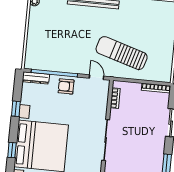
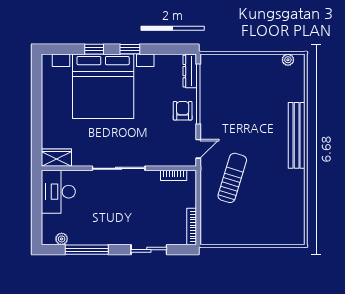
sun lounger: (122, 53) -> (232, 178), width x0.73, depth x0.75
window: (16, 109) -> (130, 49), moved

